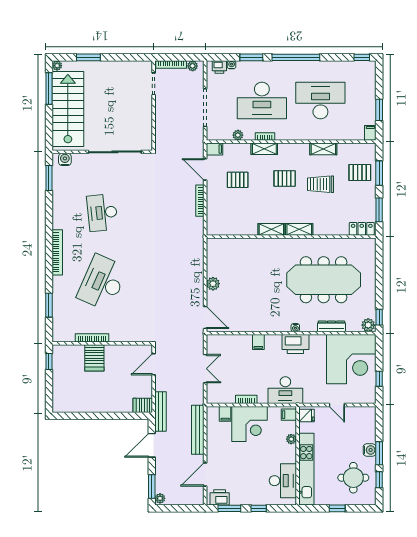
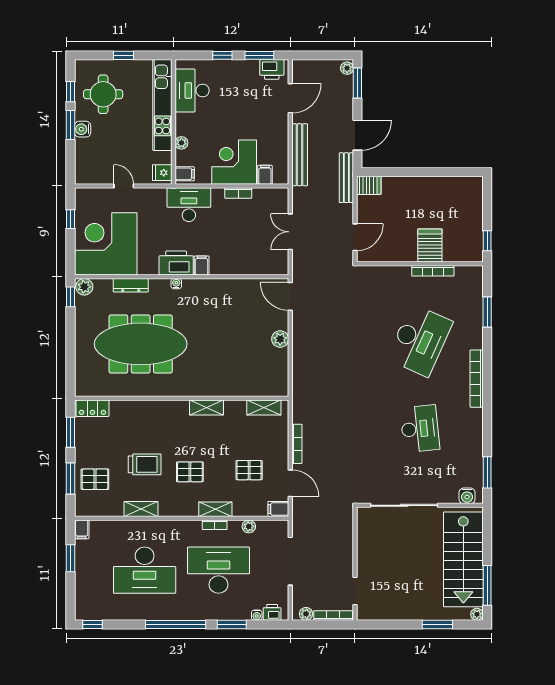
shelving: (299, 229) -> (264, 408), moved
filing cabinet: (258, 342) -> (202, 265), moved

